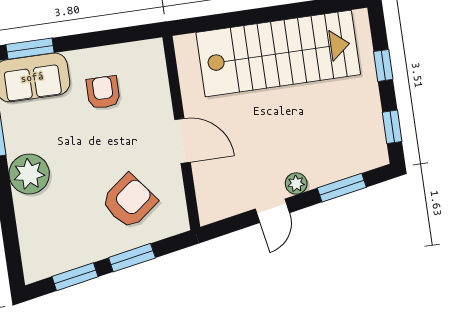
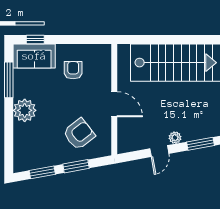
window: (30, 49) -> (35, 40), width x0.67

